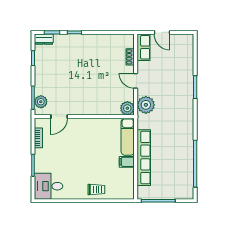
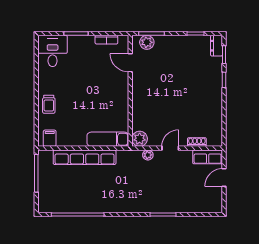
plant: (146, 105) -> (148, 155), width x0.53, depth x0.53
filing cabinet: (127, 162) -> (50, 138), moved

